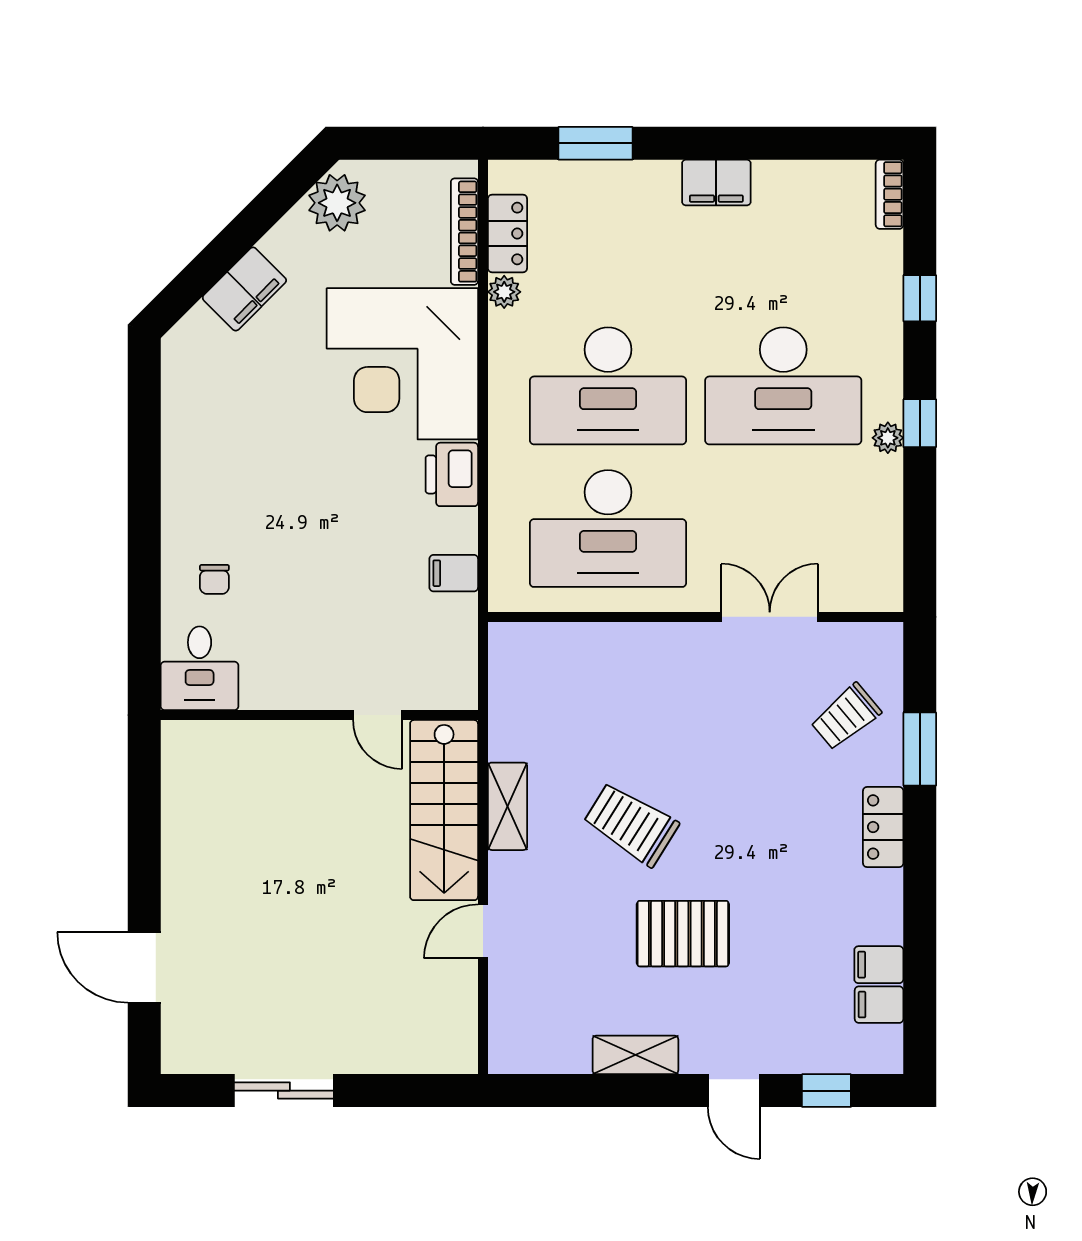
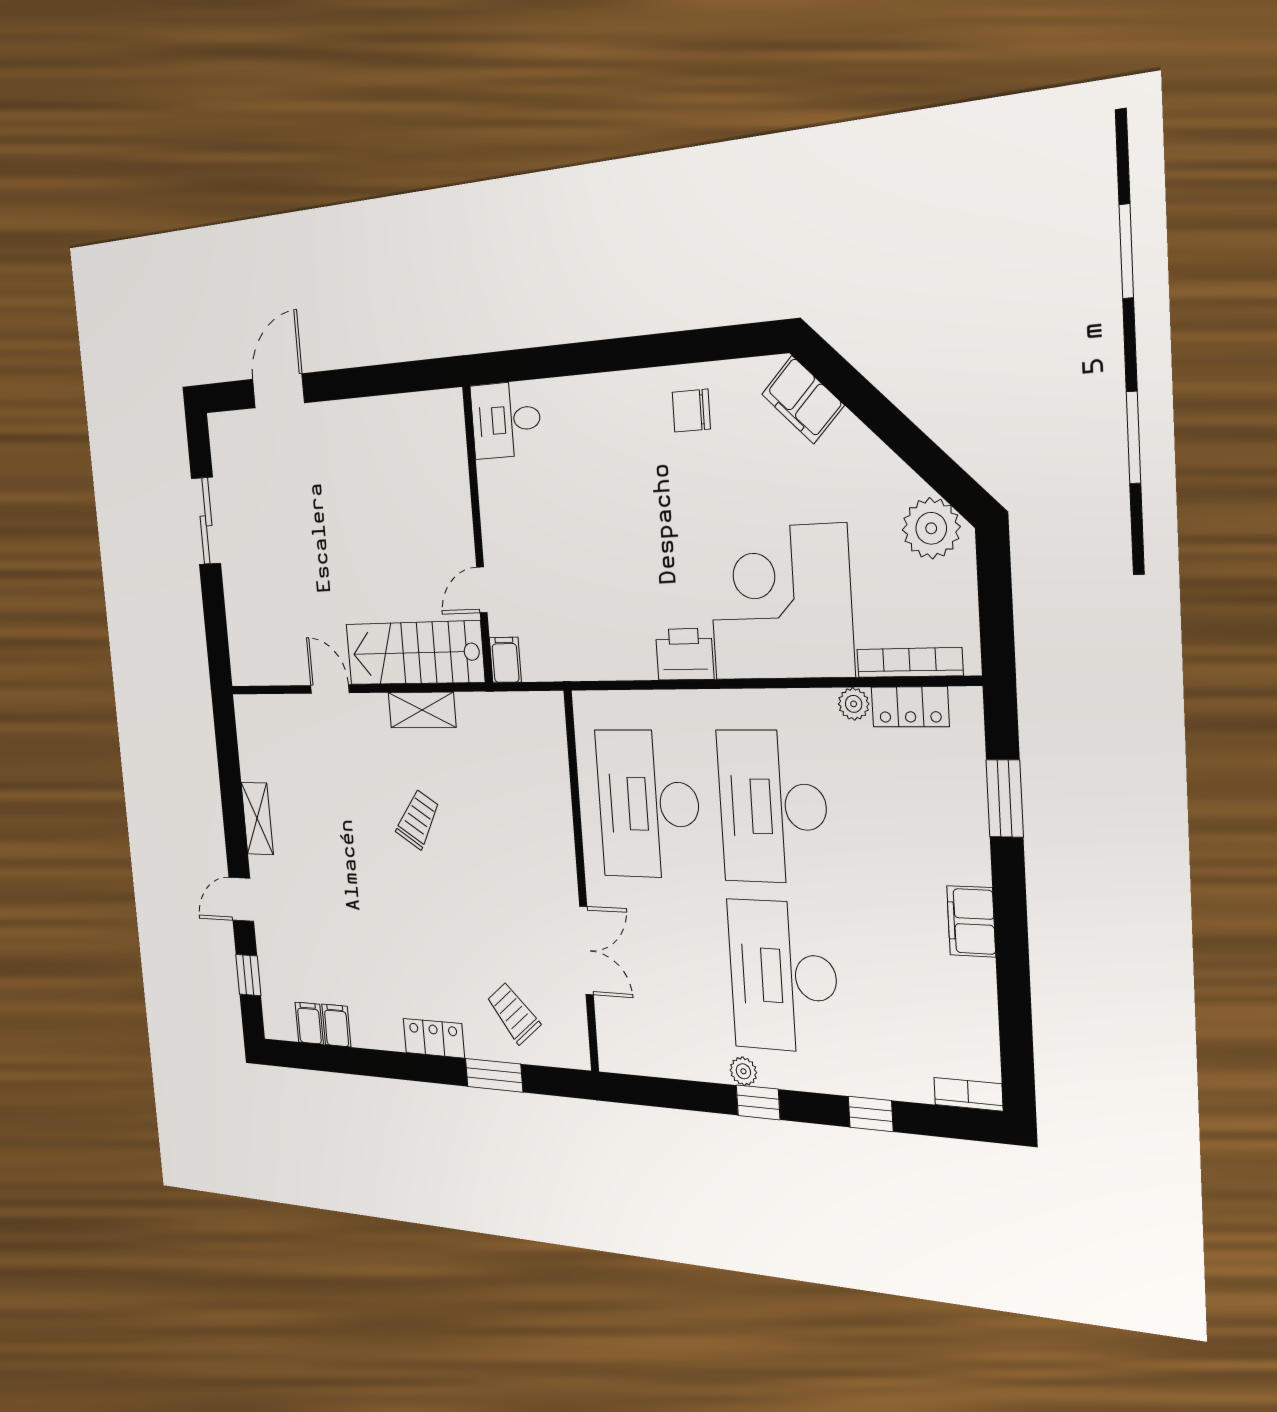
filing cabinet: (244, 289) -> (803, 400), moved
filing cabinet: (454, 573) -> (505, 660), moved
chair: (214, 579) -> (691, 410), moved, width x1.37, depth x1.37
trolley: (631, 824) -> (418, 819), width x0.73, depth x0.72
pallet: (683, 934) -> (343, 862), removed

